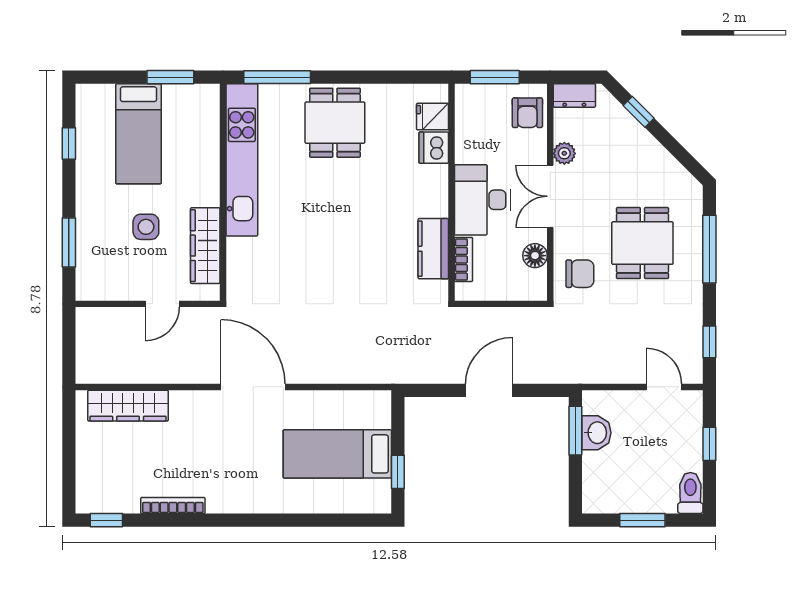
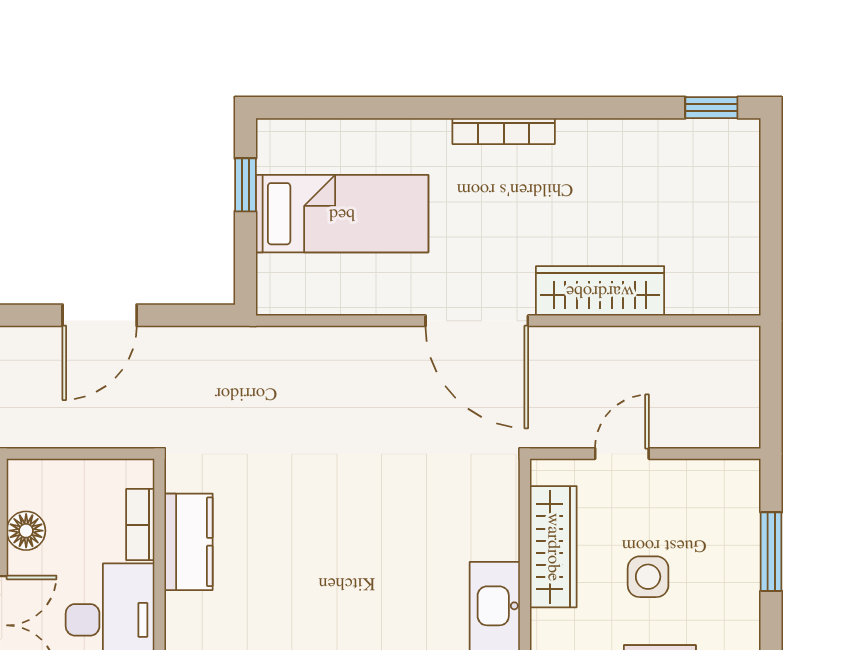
wardrobe: (128, 406) -> (600, 291), moved
bookcase: (173, 506) -> (504, 131), moved

